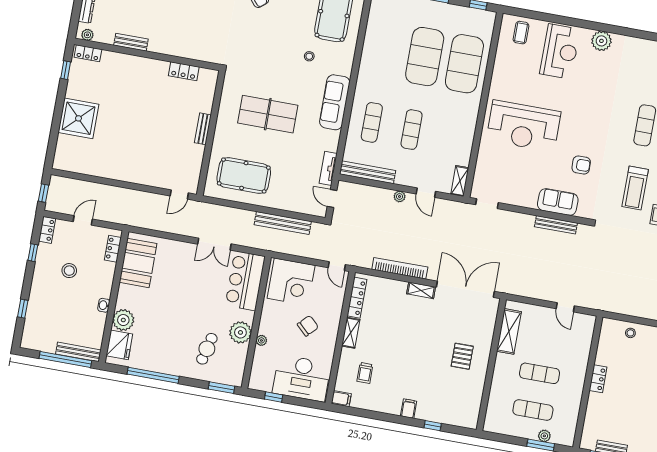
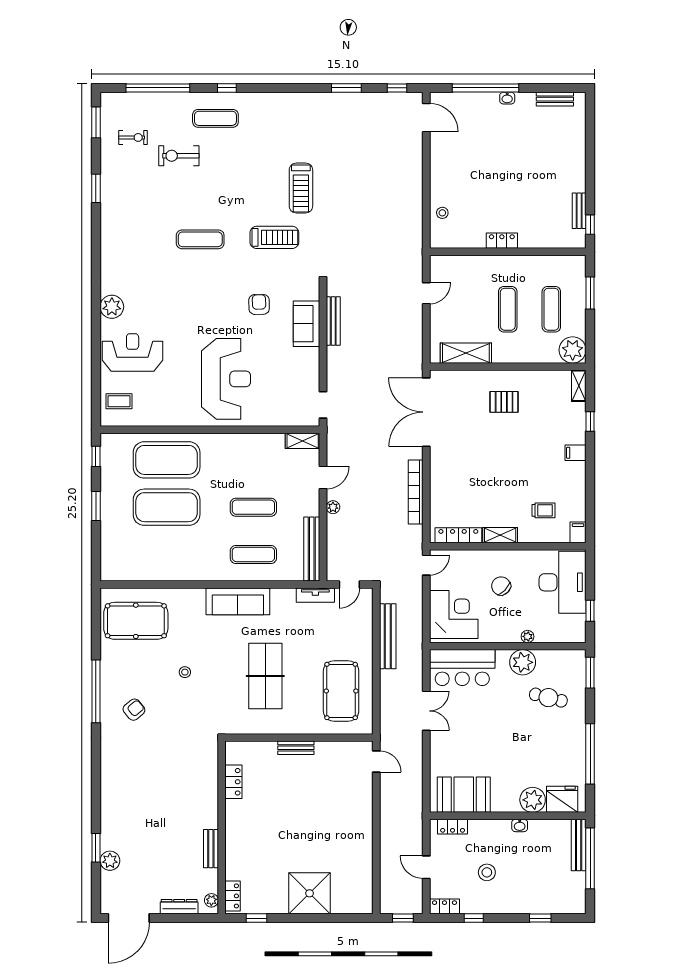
stool: (309, 56) -> (185, 672), moved
shelving: (421, 290) -> (579, 386), moved
plant: (544, 436) -> (573, 350), moved, width x1.88, depth x1.88

